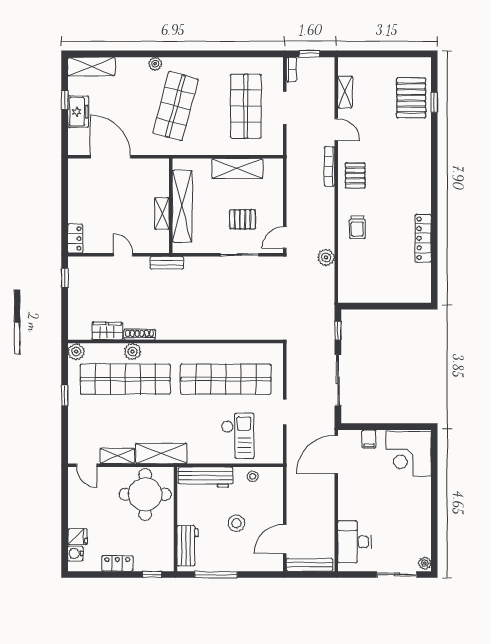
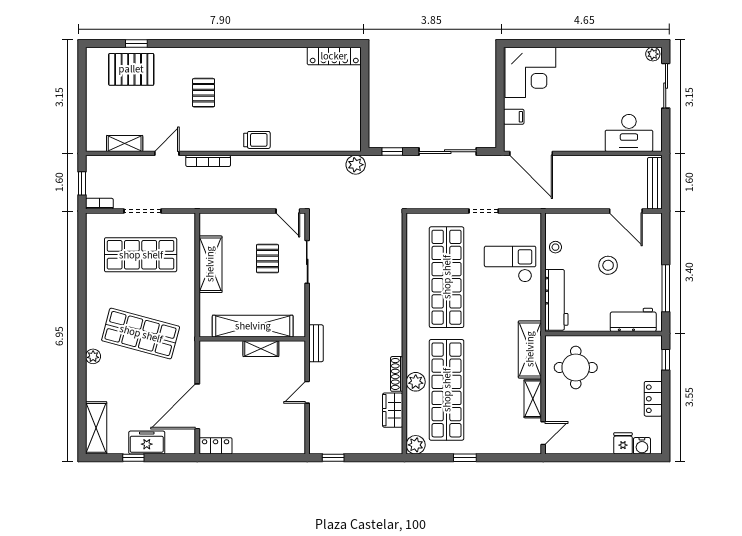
pallet: (355, 176) -> (204, 93), moved, turned 90
trolley: (357, 227) -> (257, 140), moved
locker: (75, 238) -> (216, 446), moved
locker: (423, 238) -> (334, 56), moved
plant: (326, 257) -> (356, 165), moved
round table: (145, 494) -> (576, 367), width x0.73, depth x0.73

